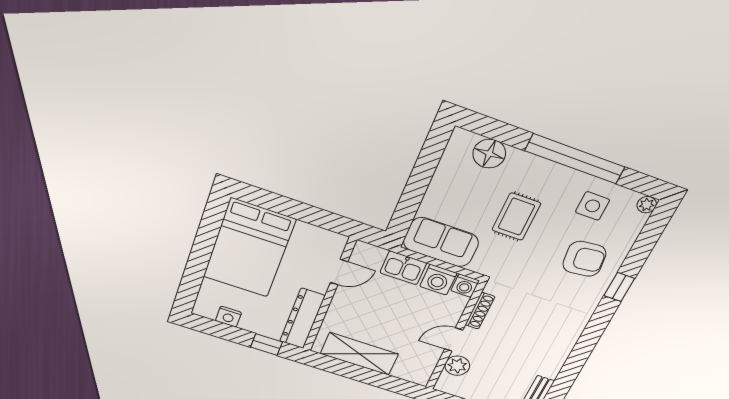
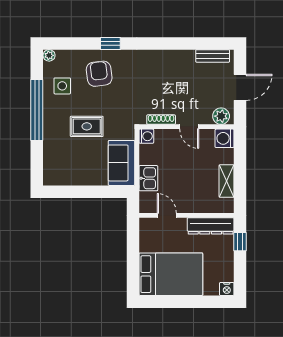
floor lamp: (489, 154) -> (53, 159), removed
washing machine: (438, 280) -> (225, 138), moved, turned 180
nightstand: (228, 317) -> (227, 289), moved, turned 90
shelving: (359, 354) -> (227, 181), width x0.67, depth x0.75
plant: (457, 366) -> (221, 116), moved

